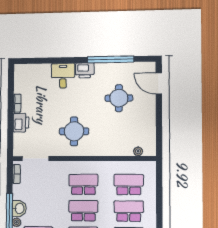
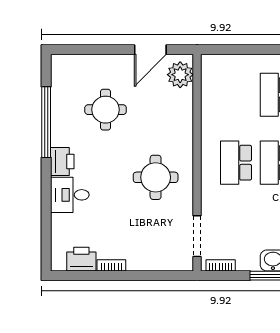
door: (159, 83) -> (150, 50), moved
printer: (21, 123) -> (81, 259), moved
plant: (138, 151) -> (180, 75), width x1.87, depth x1.87
school desk: (129, 184) -> (236, 95), removed

